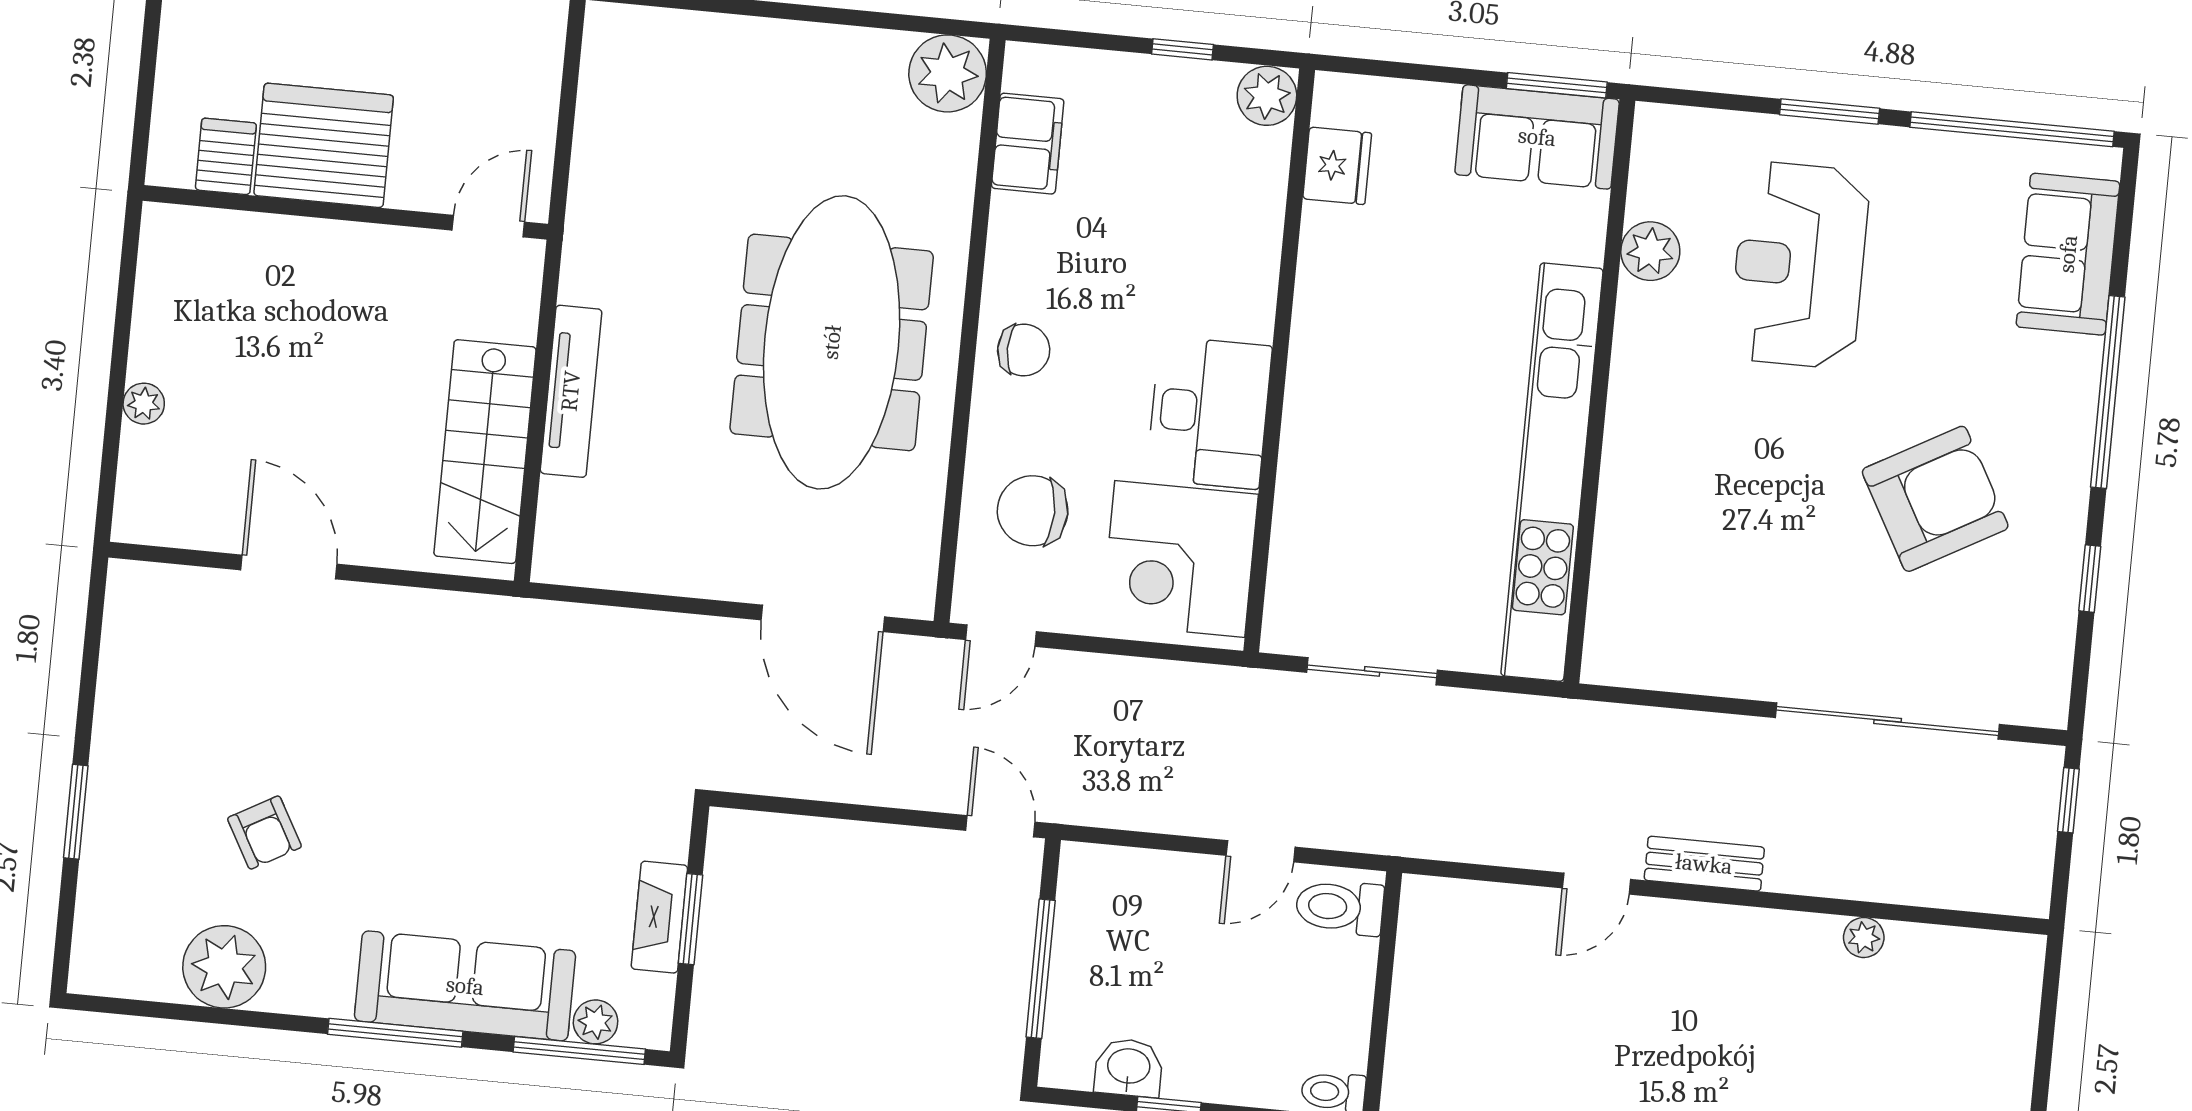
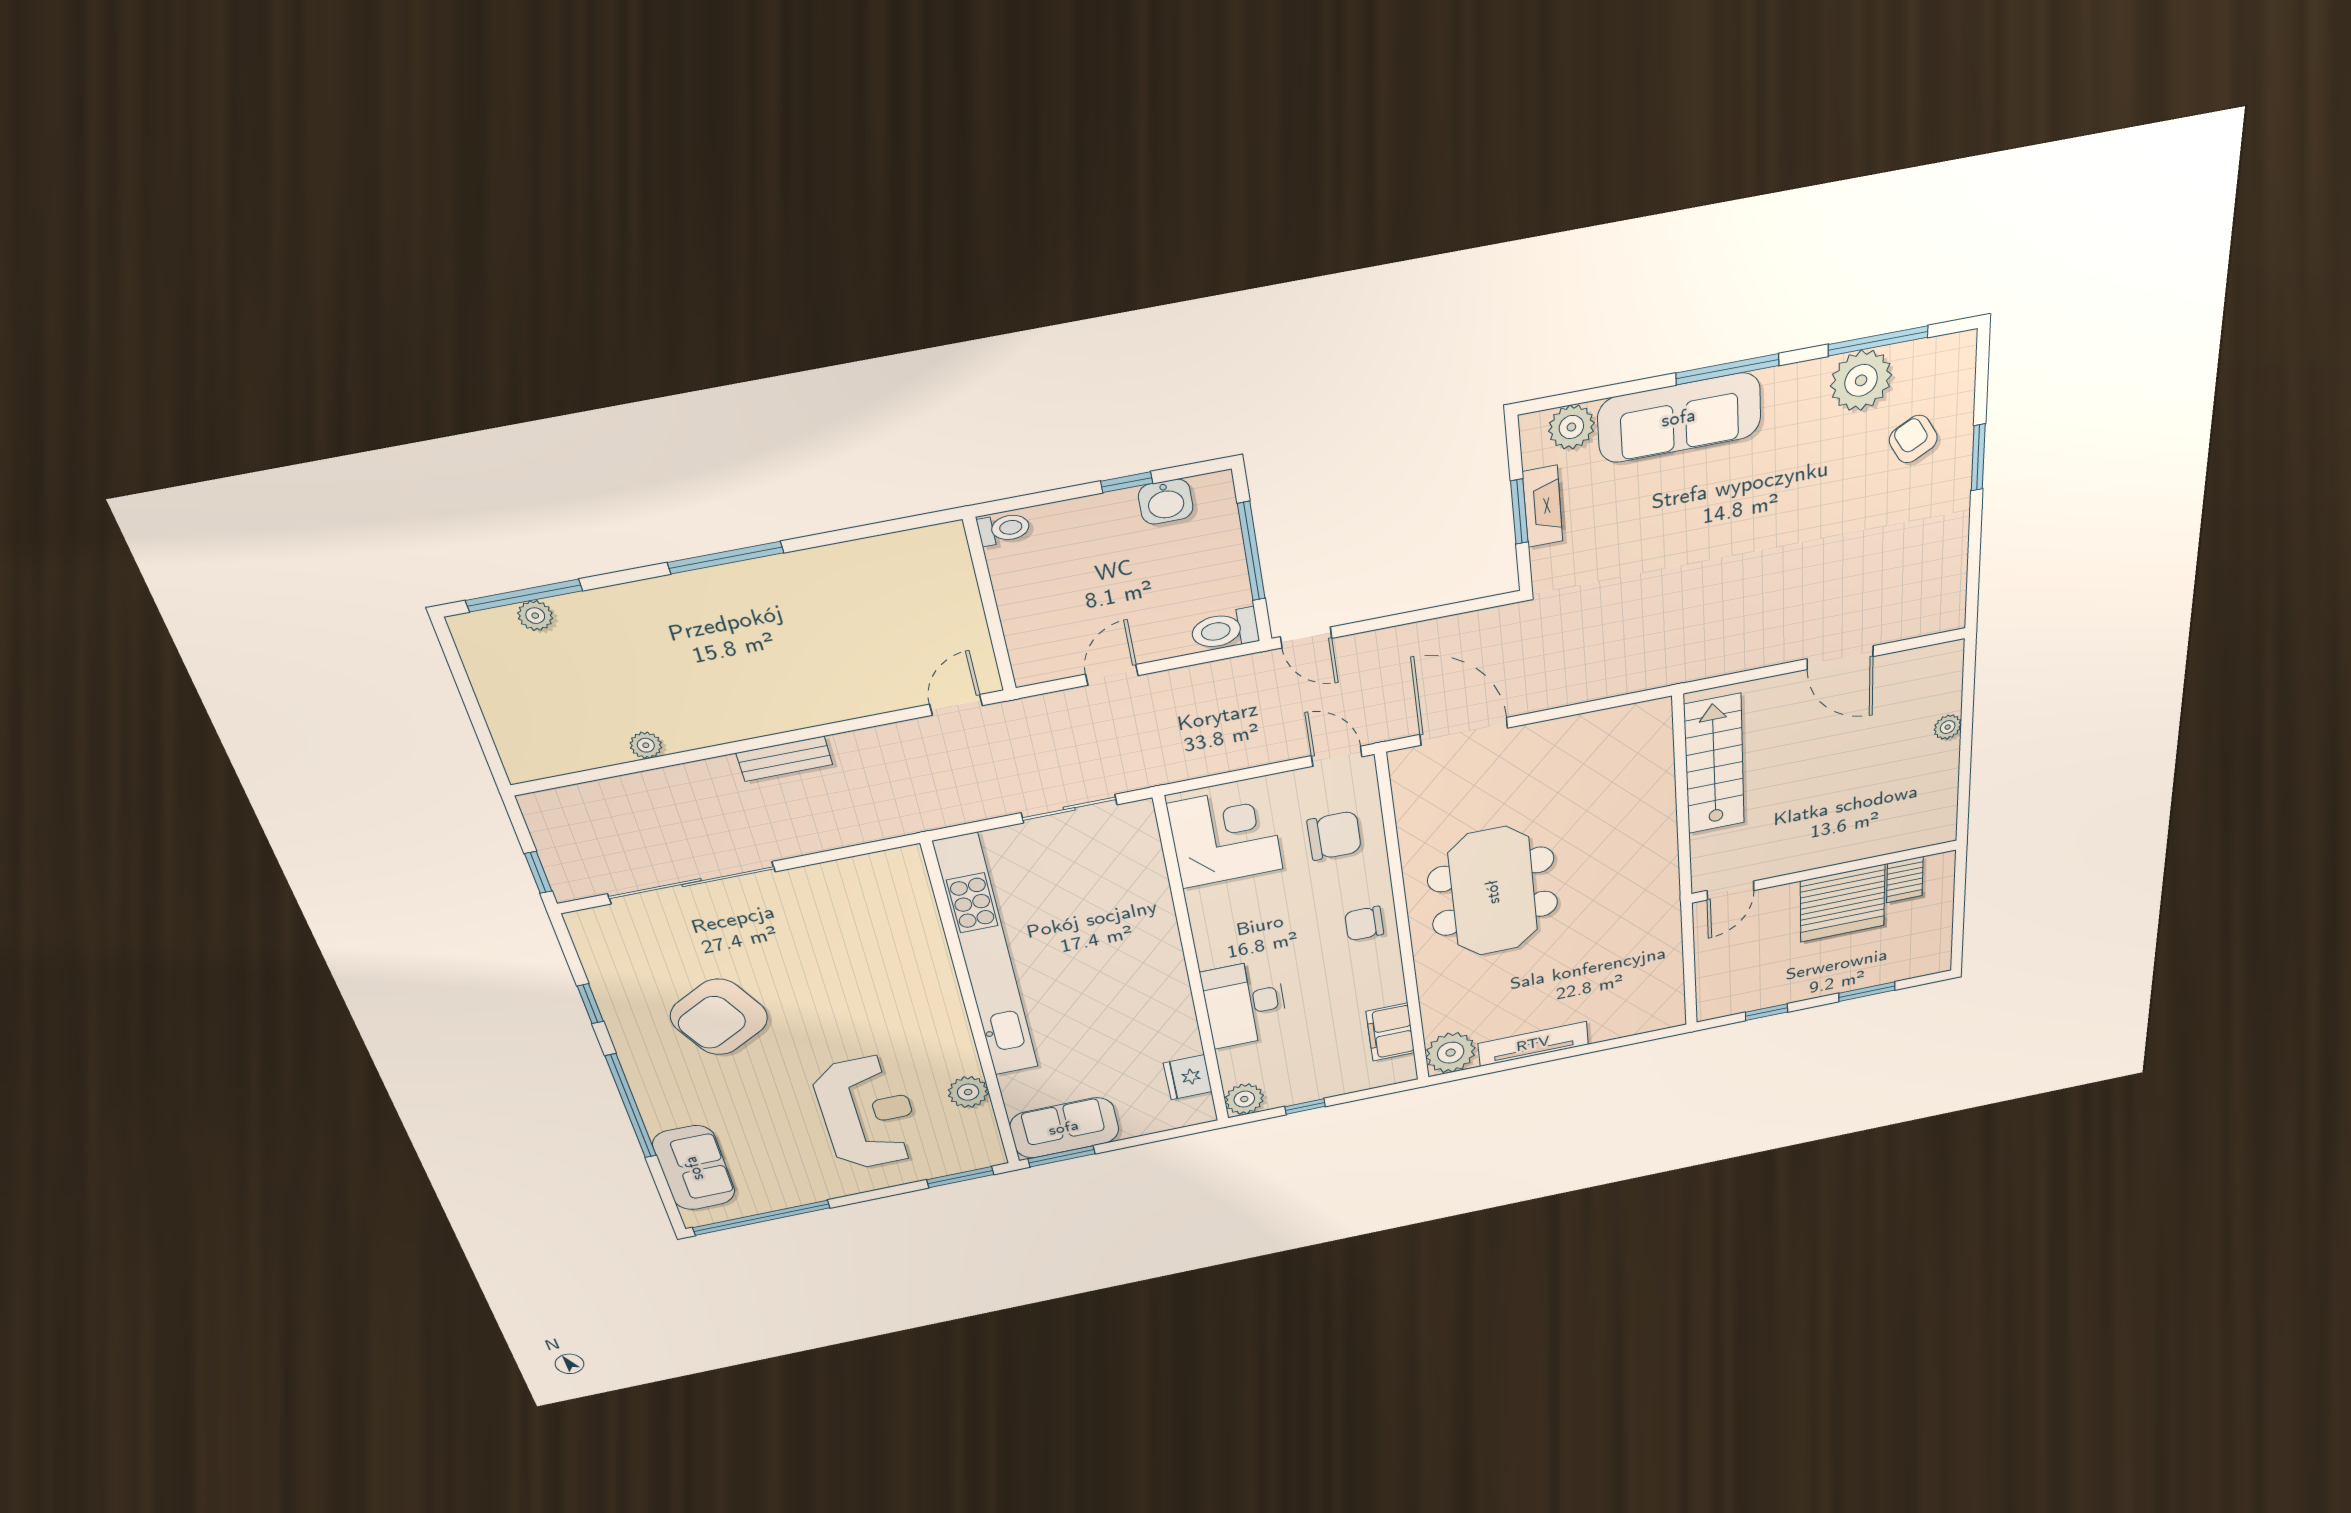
window: (1830, 112) -> (960, 1177), moved
meeting table: (832, 342) -> (1493, 892), width x0.73
tv unit: (571, 391) -> (1533, 1044), moved, turned 90
desk: (1209, 413) -> (1245, 1004), moved
door: (1001, 636) -> (1337, 756), hinge flipped
armchair: (264, 832) -> (1913, 439), moved
door: (1596, 884) -> (956, 705), moved
toilet: (1340, 907) -> (1225, 630), moved, turned 180
plant: (596, 1022) -> (1571, 427), width x1.38, depth x1.38
window: (579, 1050) -> (1878, 341), moved

